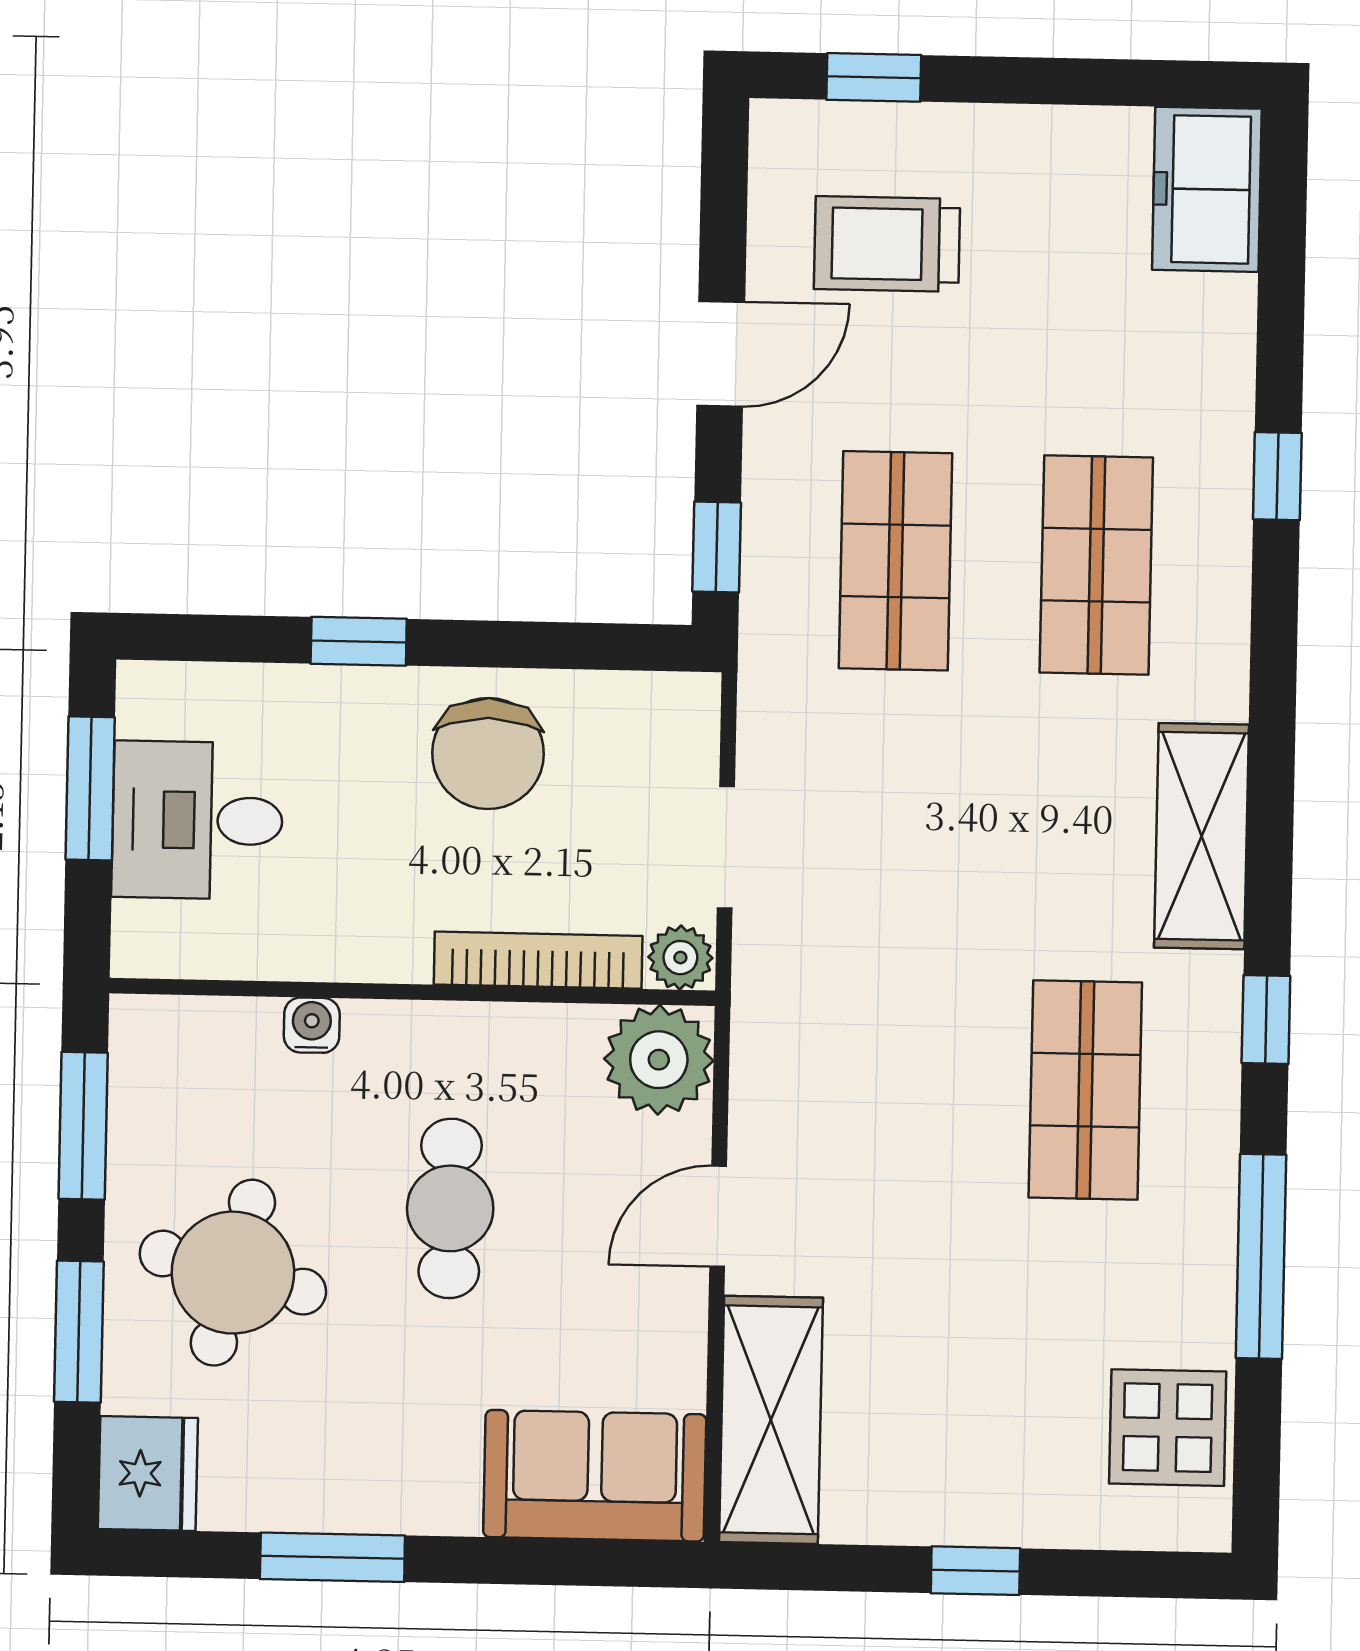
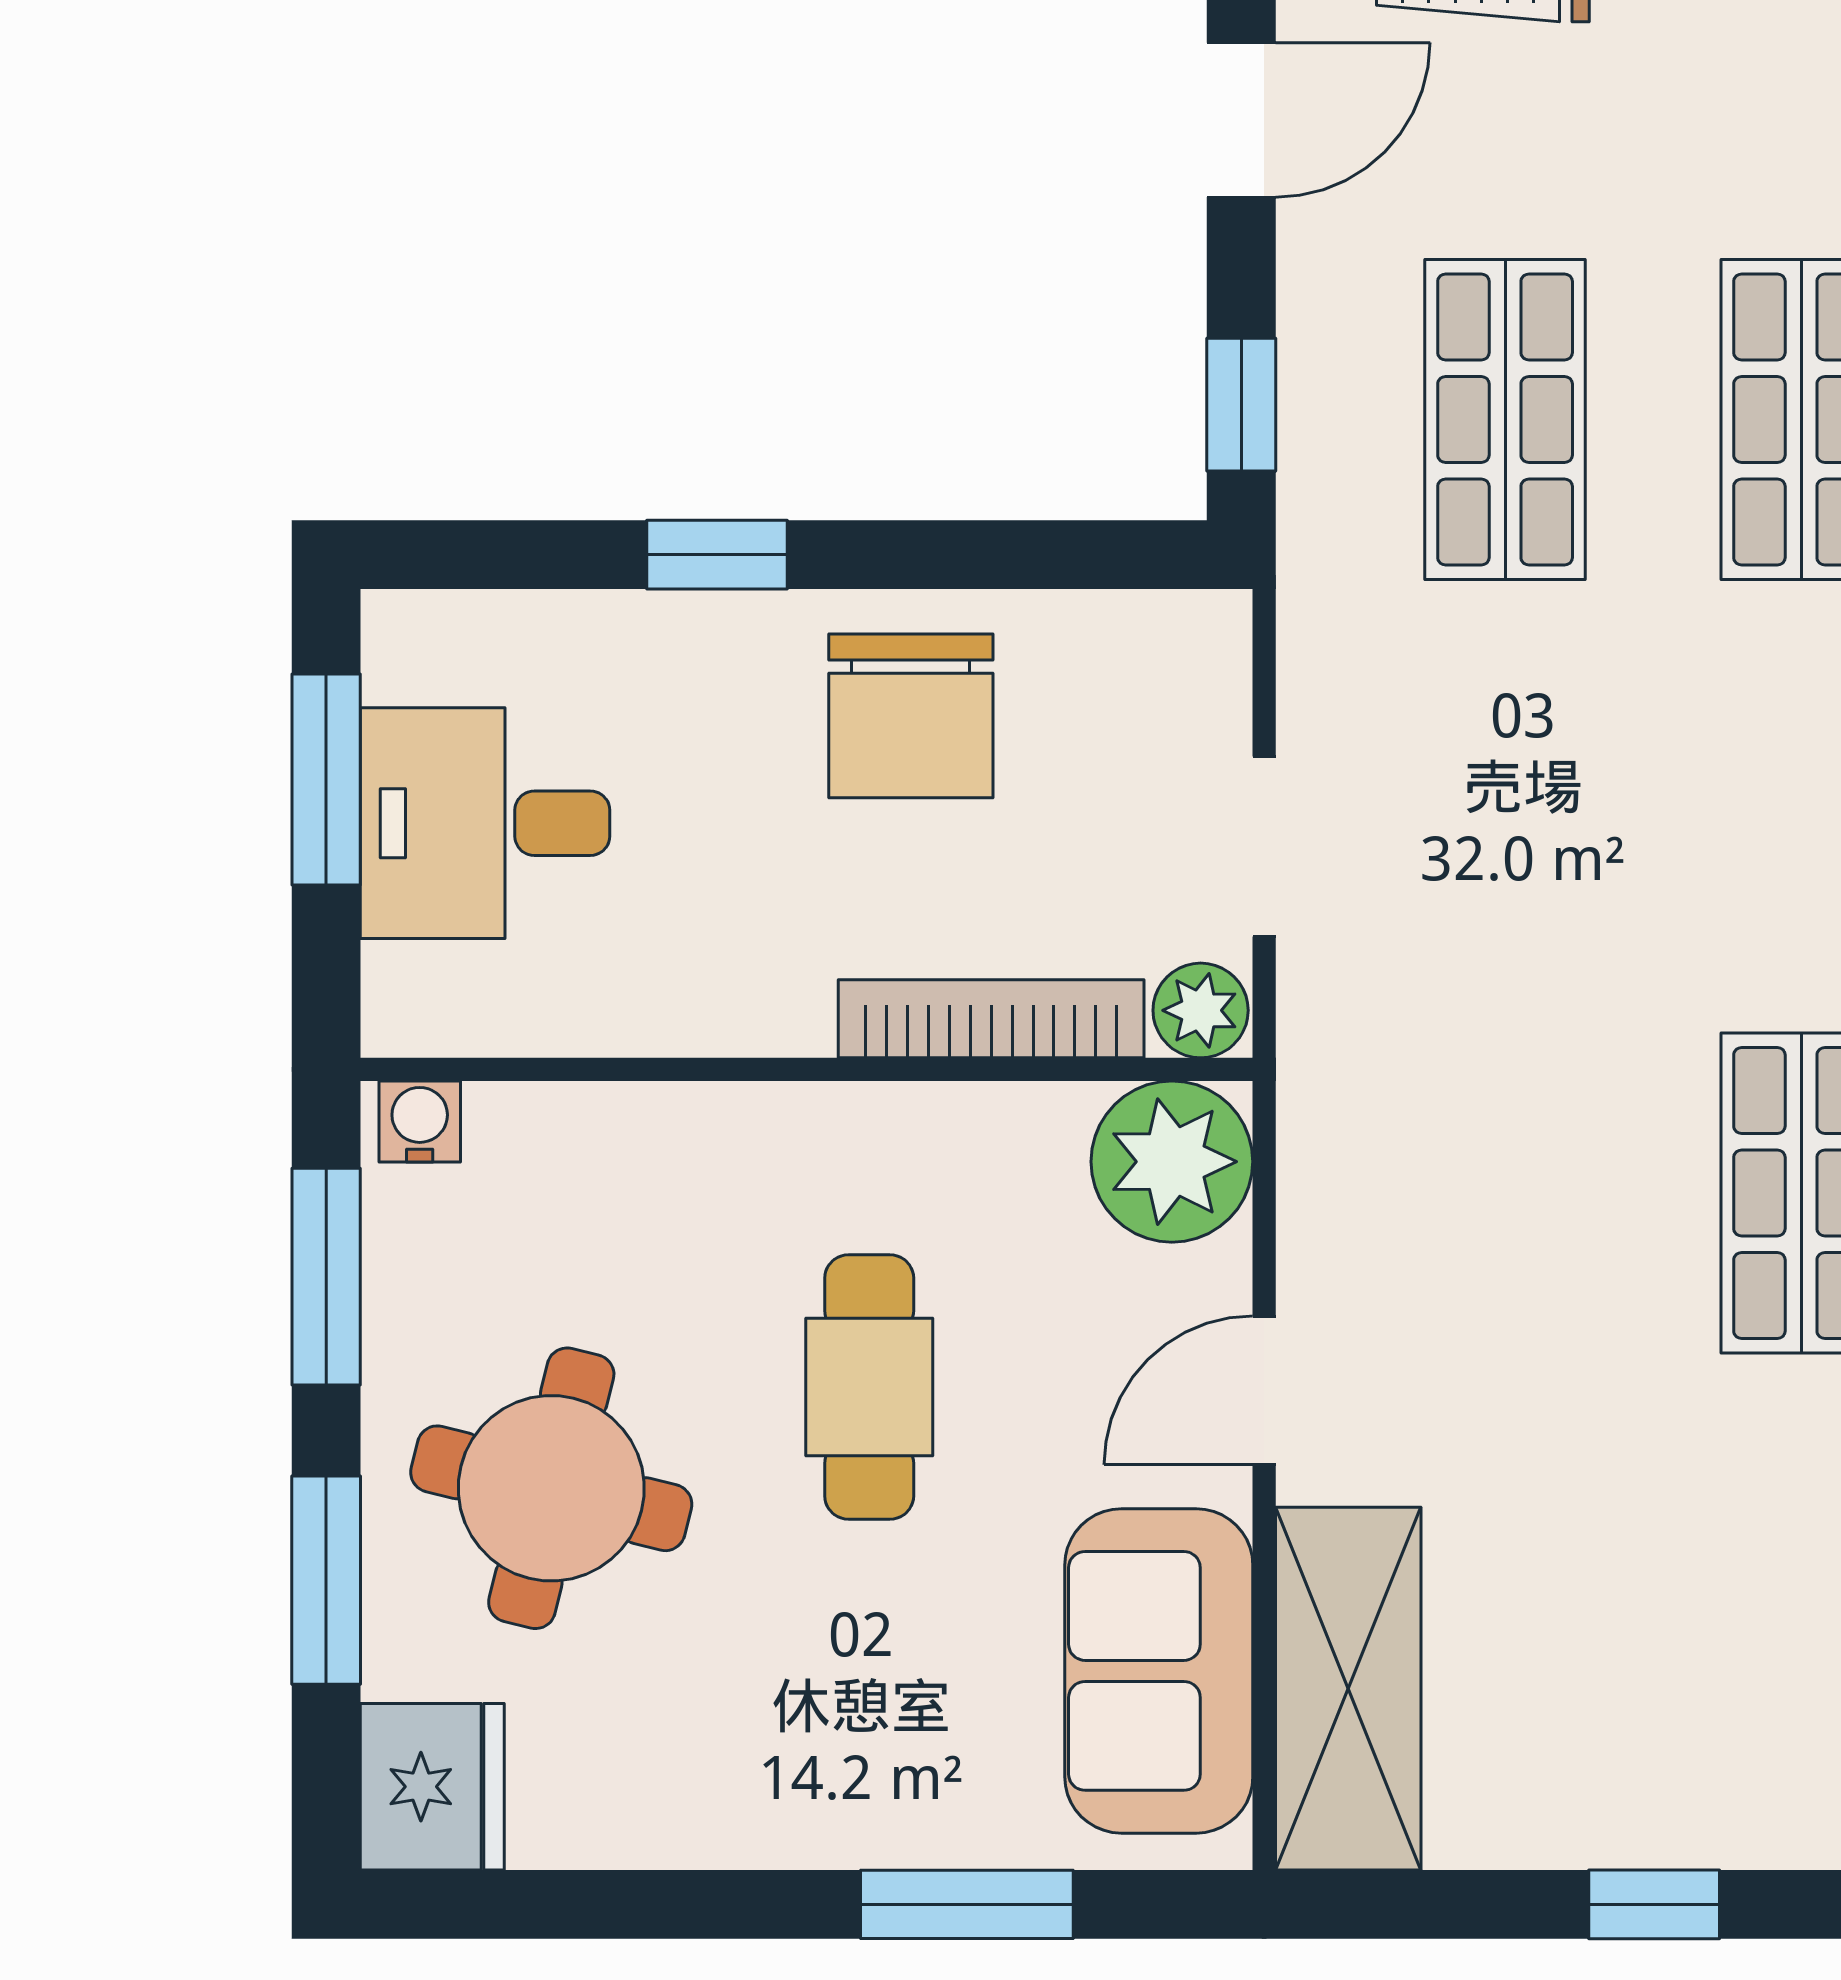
water cooler: (312, 1025) -> (420, 1121), moved
sofa: (595, 1476) -> (1159, 1671), moved, turned -90
window: (332, 1557) -> (967, 1904), moved

